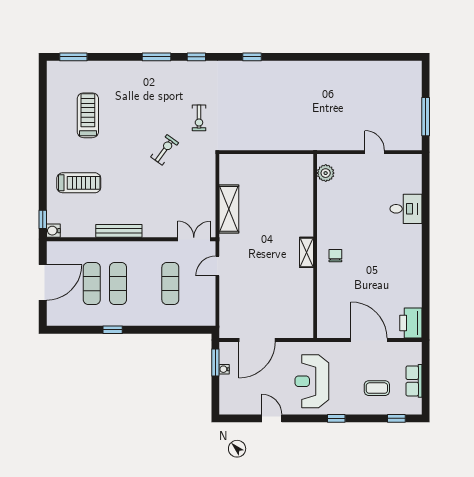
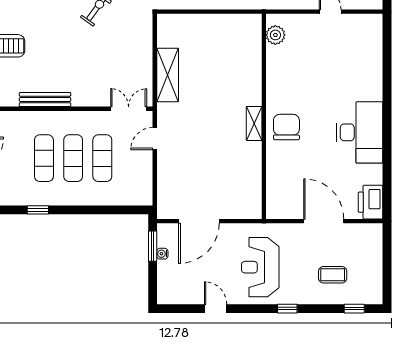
desk: (406, 209) -> (360, 132), moved, width x1.87, depth x1.30
chair: (335, 256) -> (286, 127), width x1.87, depth x1.87
exercise mat: (92, 283) -> (73, 158), moved
row of seats: (414, 381) -> (374, 267), removed

